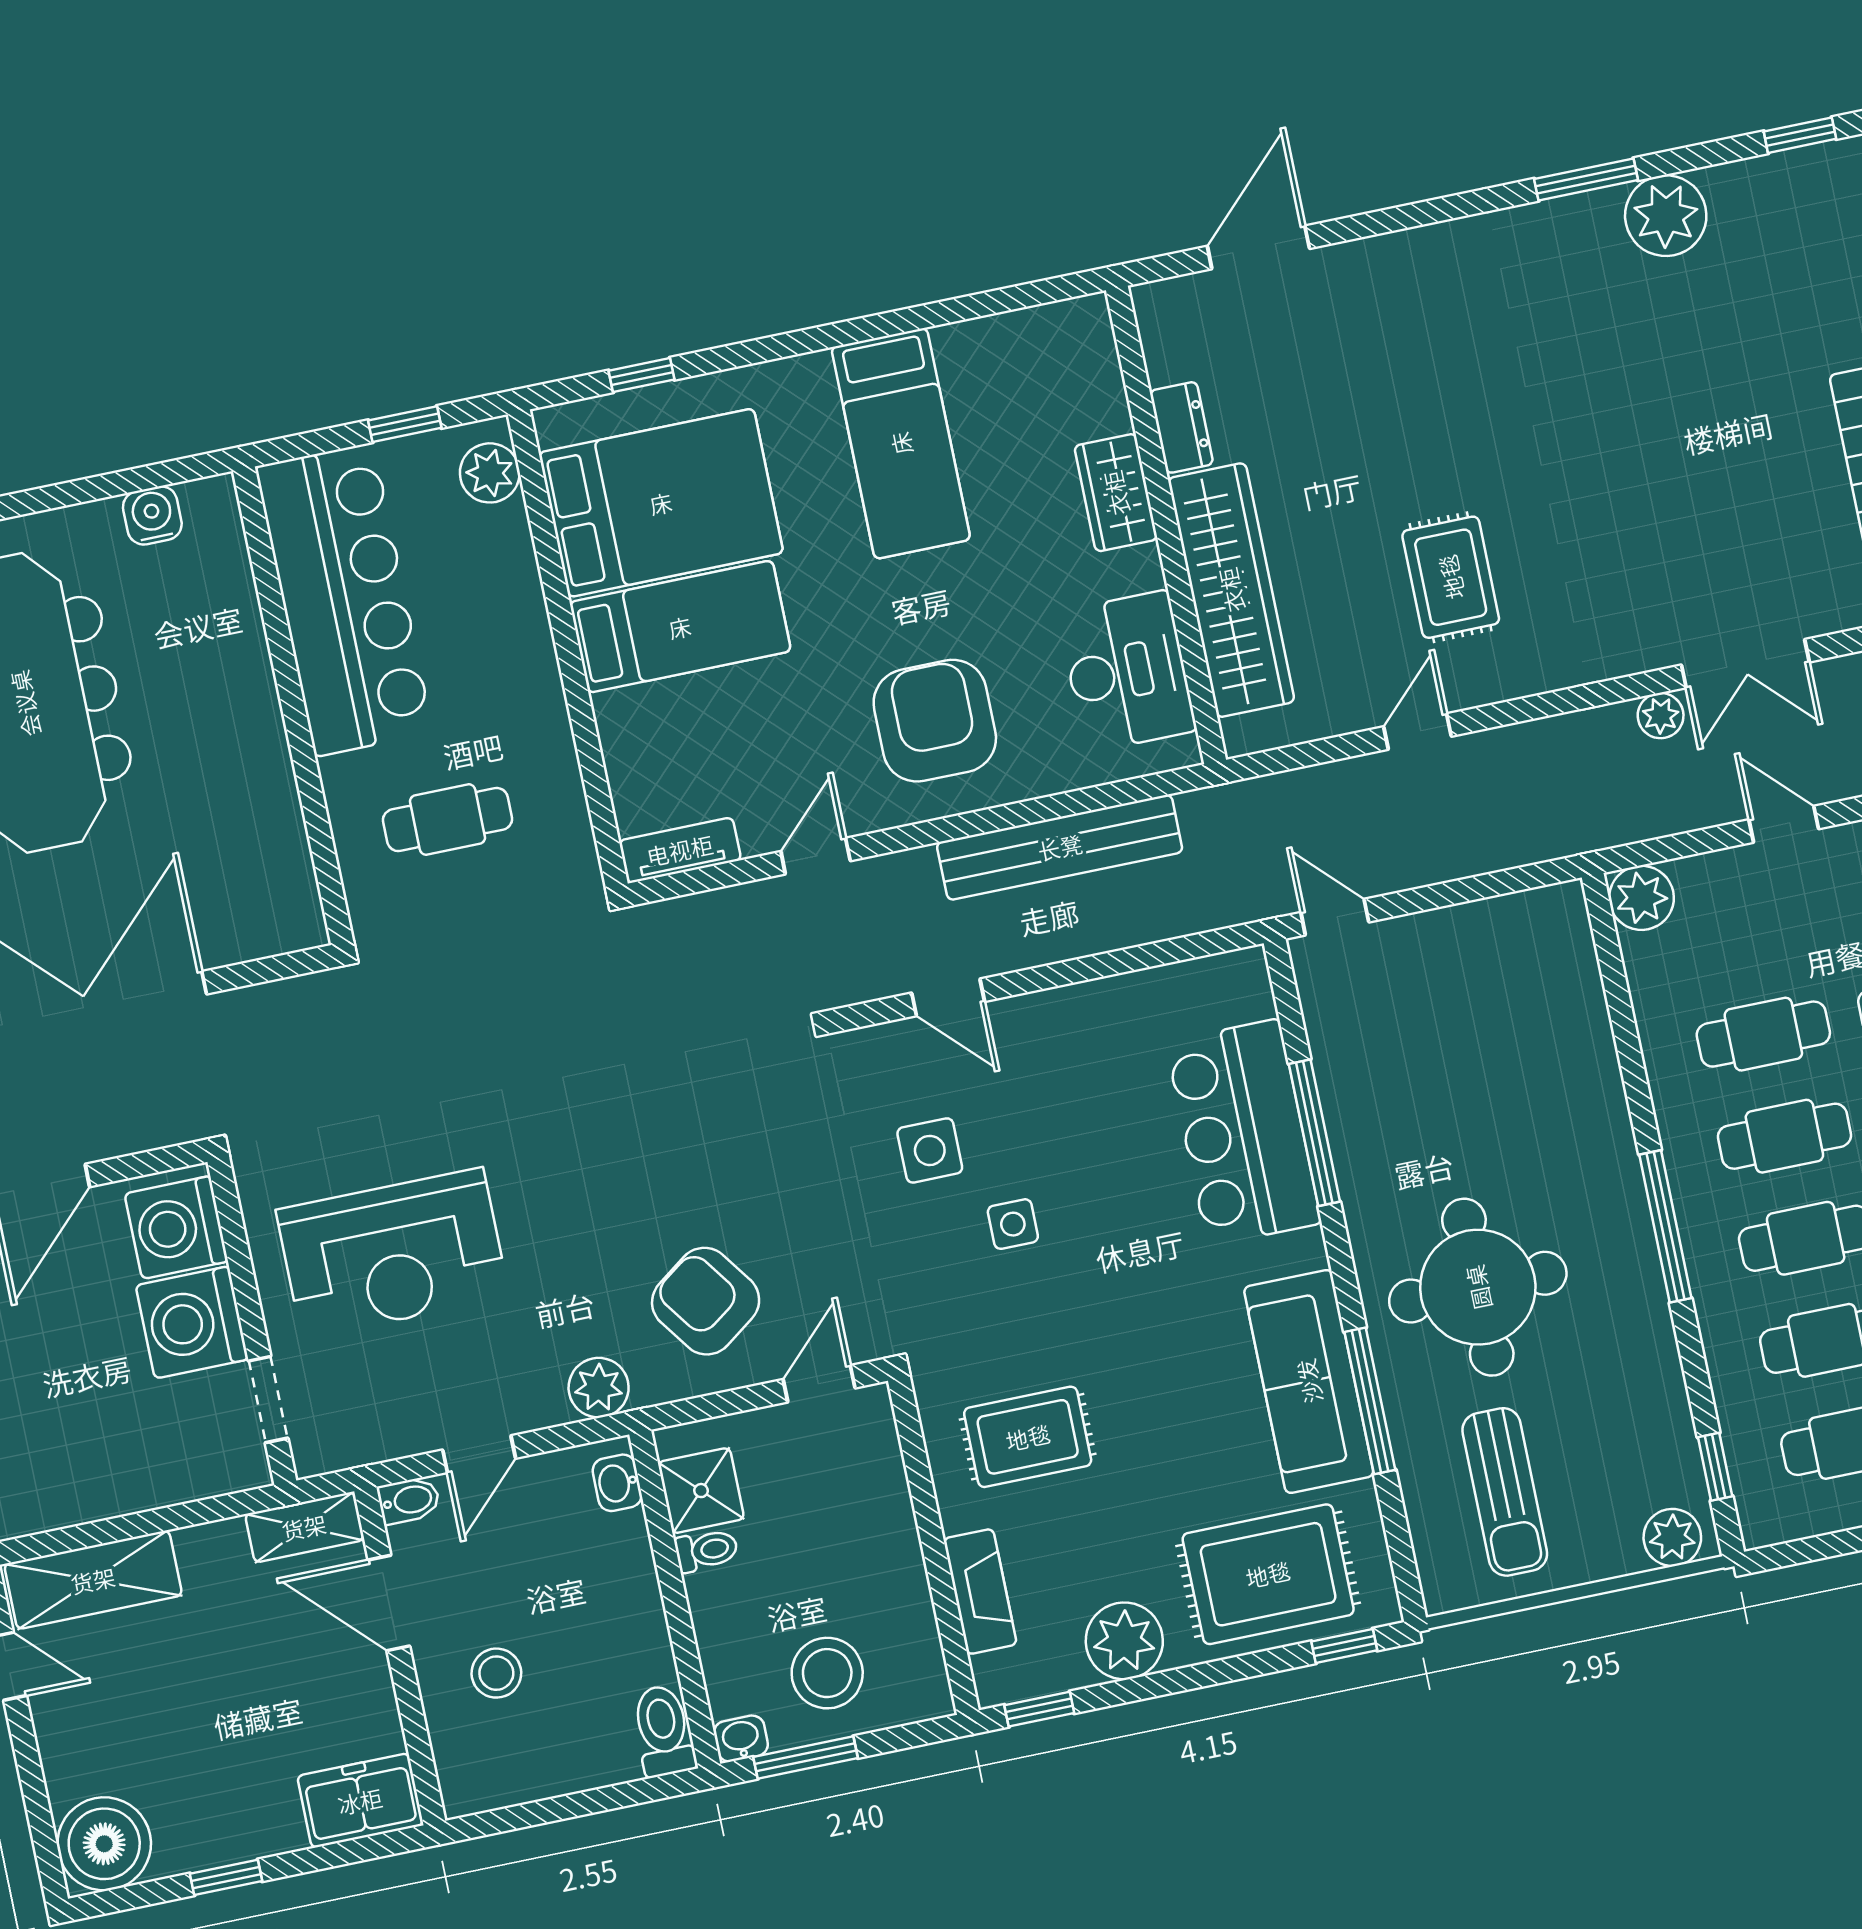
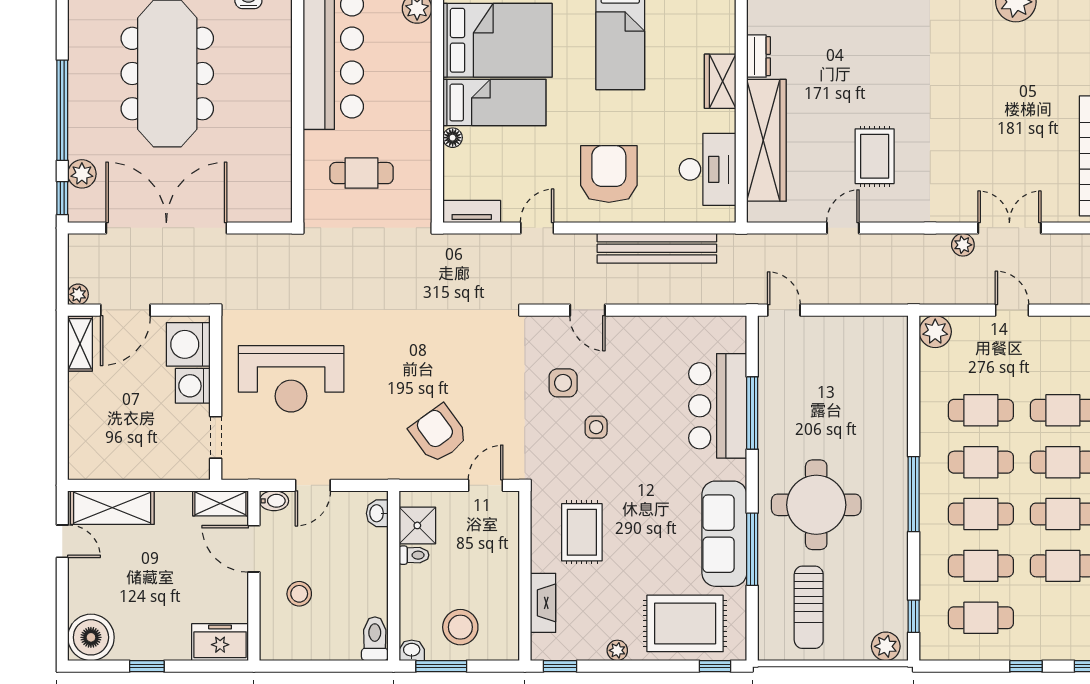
double door: (1745, 664) -> (1009, 228), swing flipped
floor lamp: (612, 713) -> (453, 138), added
washing machine: (192, 1322) -> (193, 386), width x0.73, depth x0.73
plant: (599, 1388) -> (378, 465), removed
rug: (1028, 1437) -> (582, 532), turned 90
plant: (1124, 1641) -> (617, 650), width x0.53, depth x0.53

